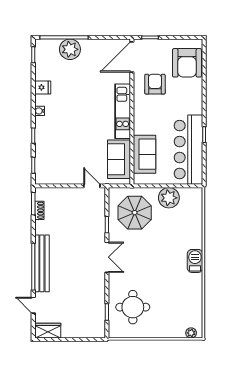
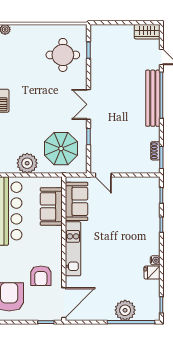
water cooler: (40, 111) -> (155, 260), moved

